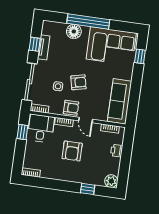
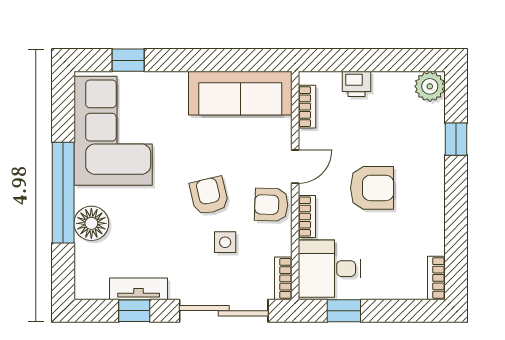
armchair: (71, 108) -> (271, 205), turned -88

